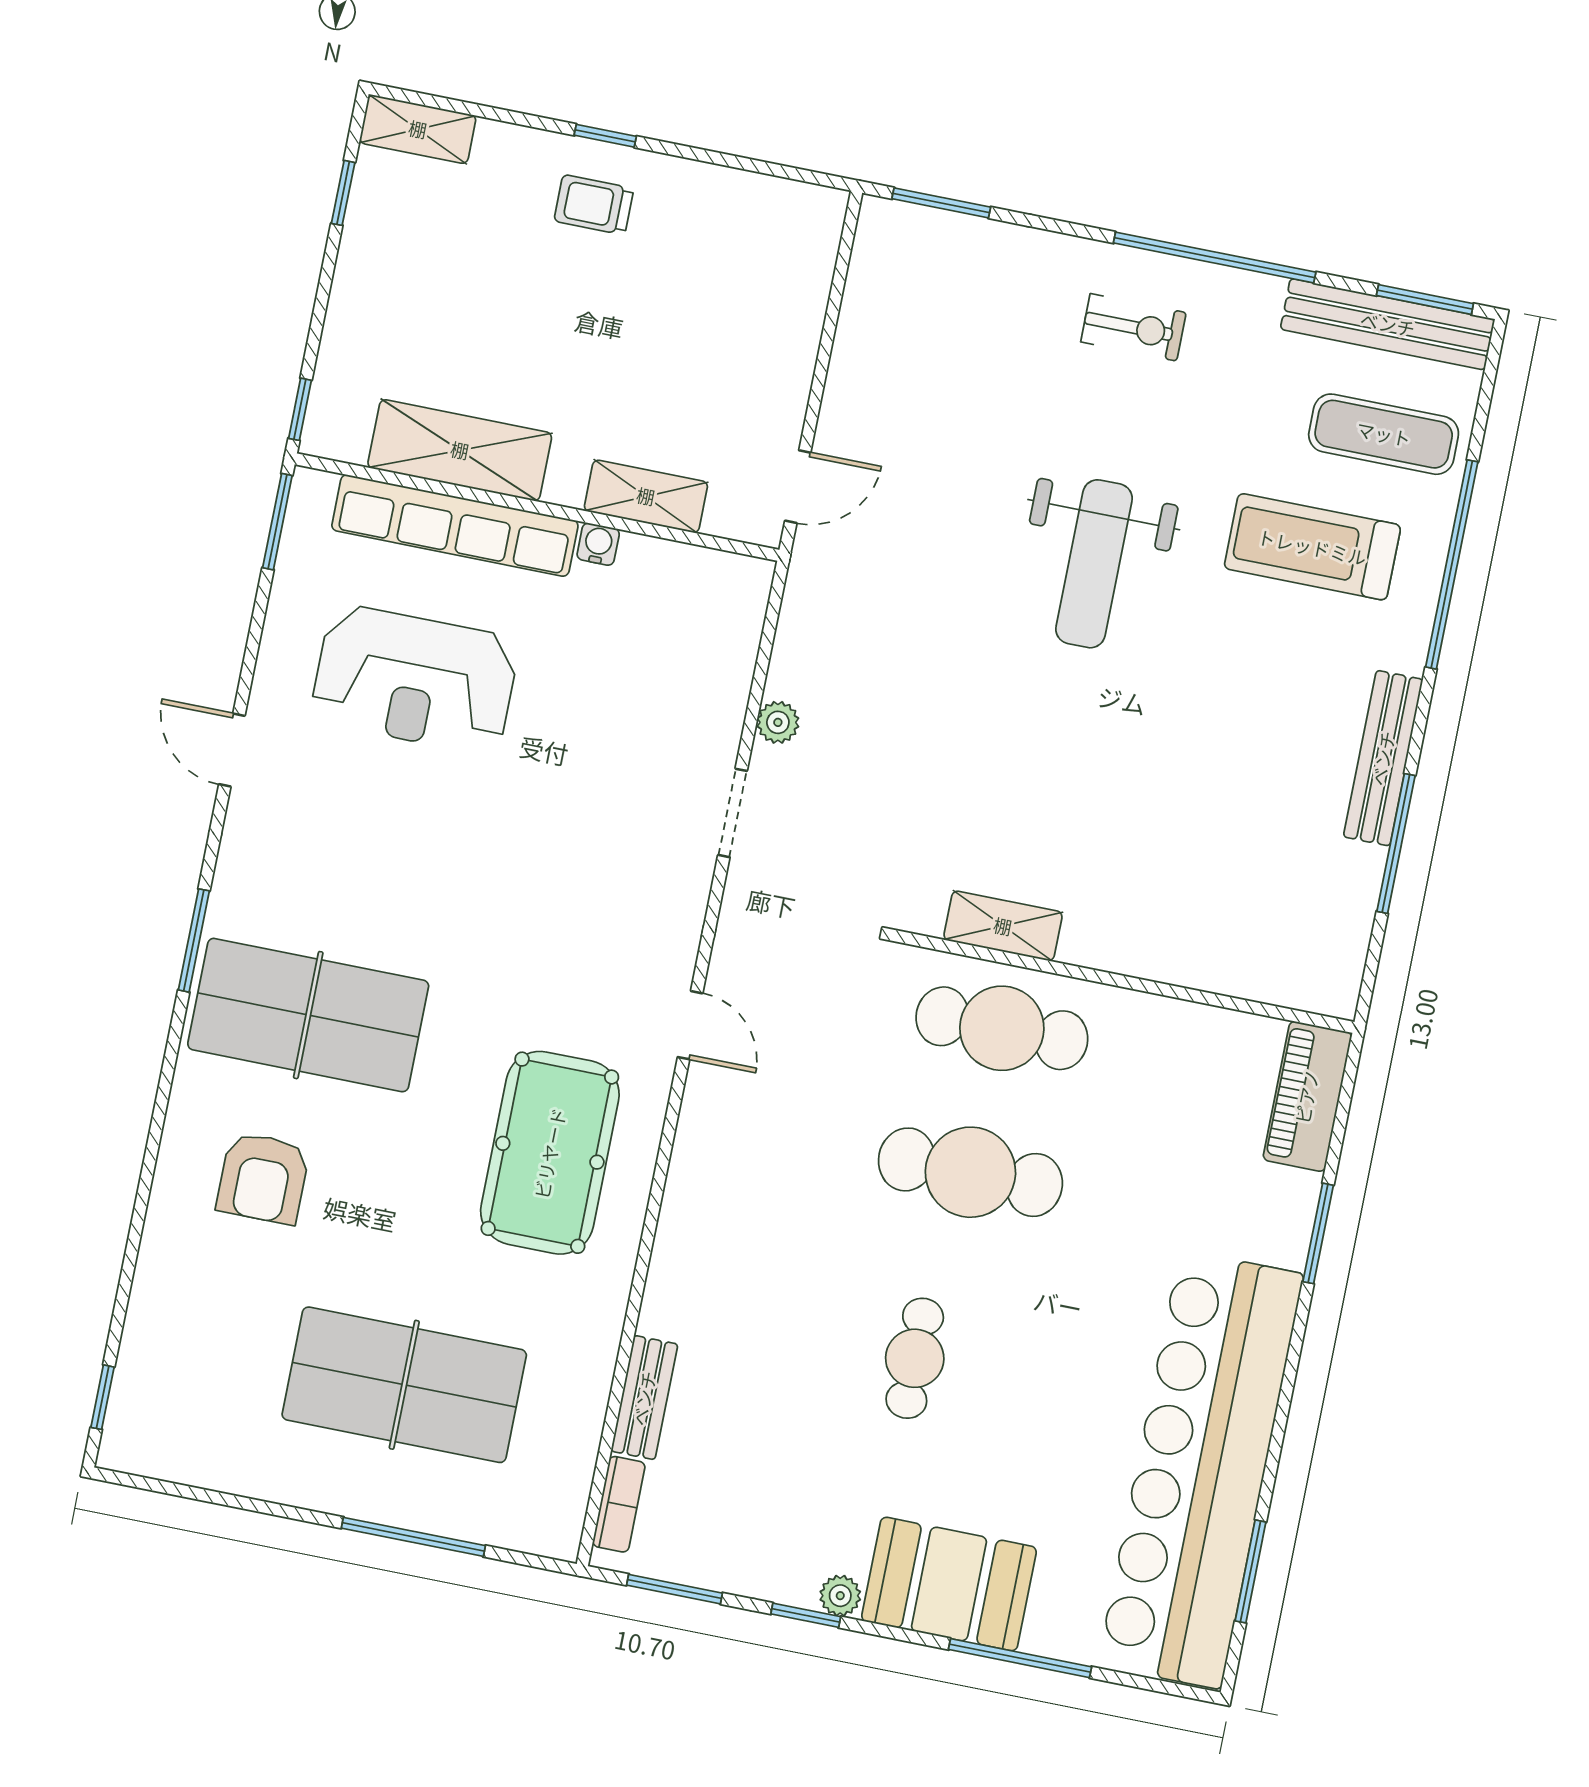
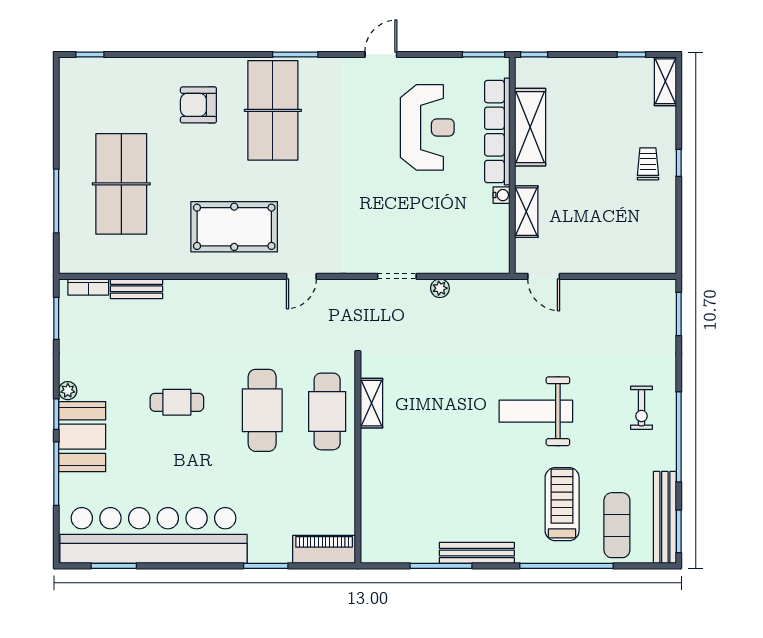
reception desk: (415, 679) -> (427, 127), turned 180
window: (806, 1615) -> (56, 414), moved

